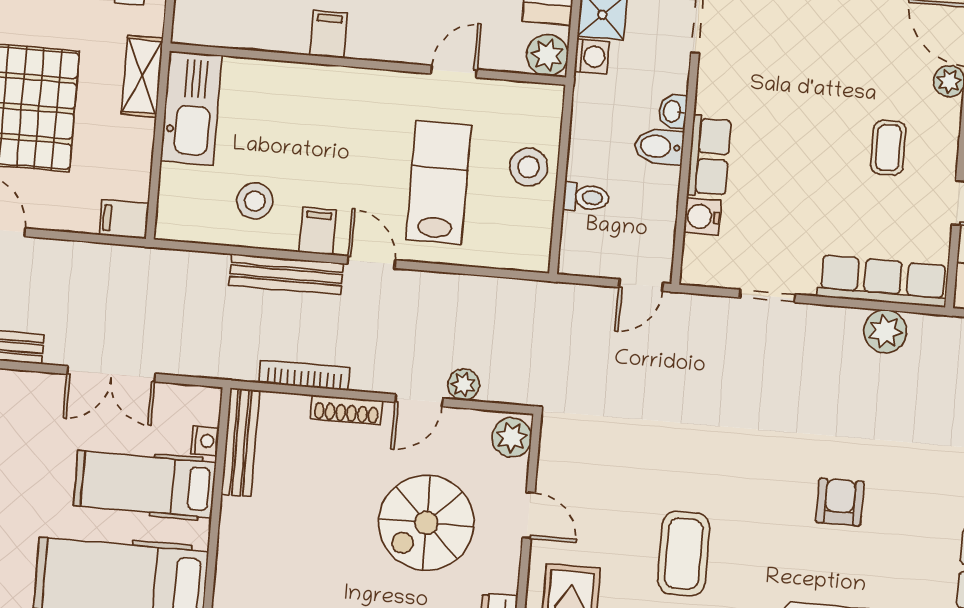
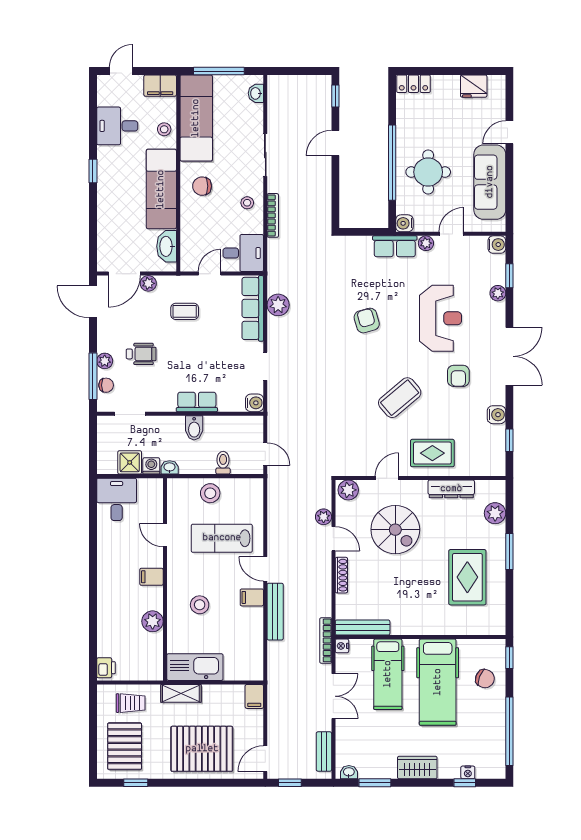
filing cabinet: (329, 34) -> (151, 577), moved
plant: (547, 55) -> (153, 621), moved
wheelchair: (812, 55) -> (141, 354), added
washbasin: (673, 111) -> (170, 467), moved, turned 180
stool: (255, 201) -> (200, 605), moved
water cooler: (702, 217) -> (254, 403), moved, turned -90
door: (371, 262) -> (265, 569), hinge flipped
door: (641, 285) -> (265, 454), moved
bookcase: (305, 375) -> (326, 640), moved
nightstand: (205, 441) -> (342, 646), moved, turned -90
armchair: (840, 502) -> (367, 321), turned 74
coffee table: (684, 554) -> (400, 398), turned -40

